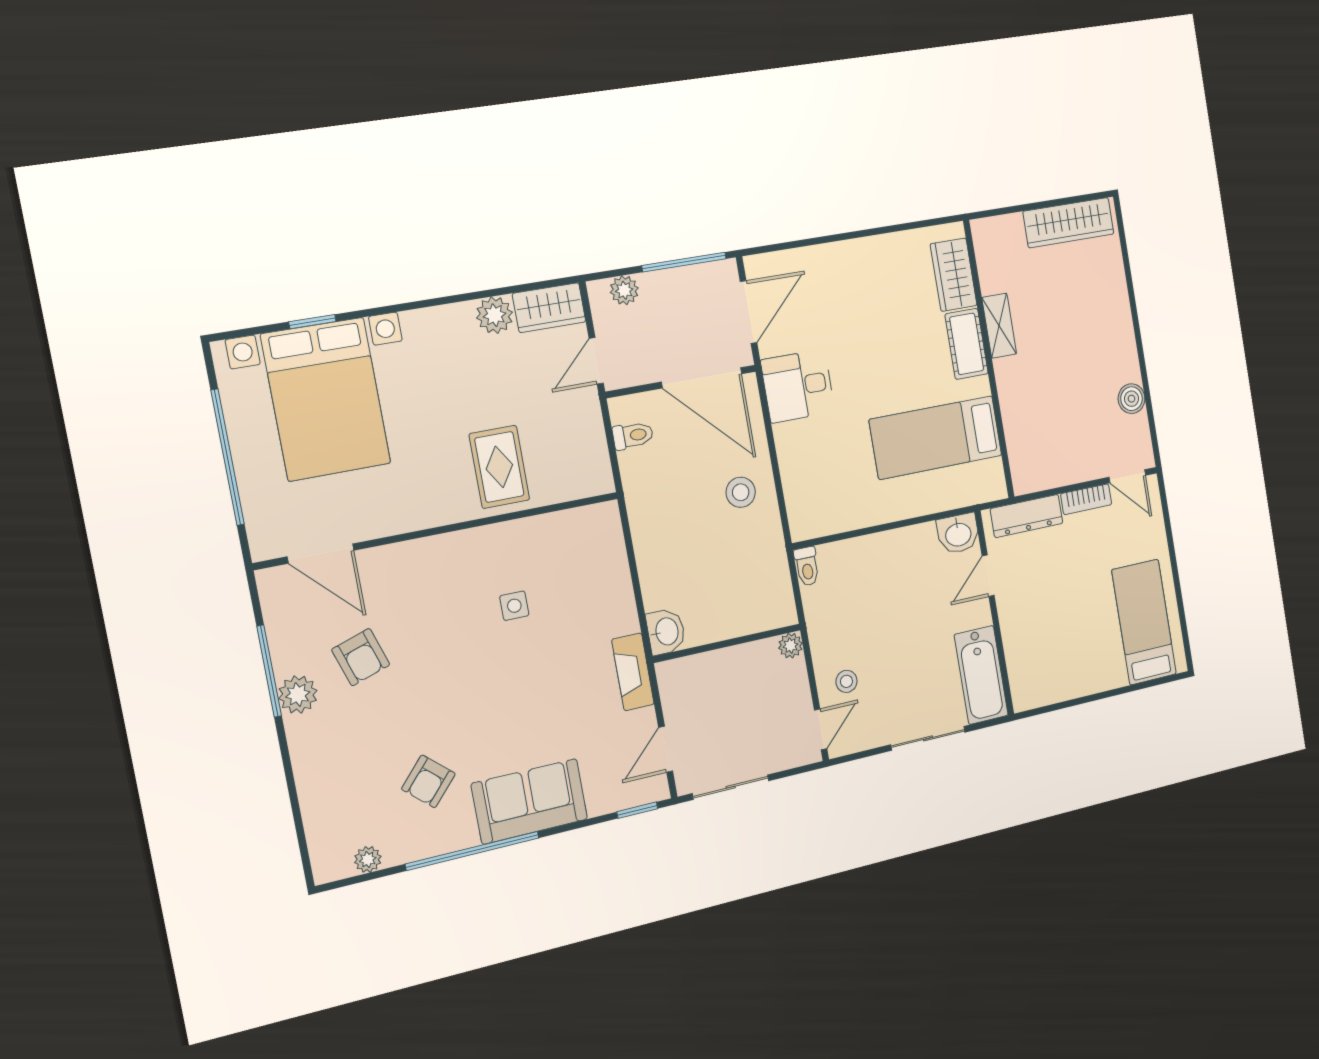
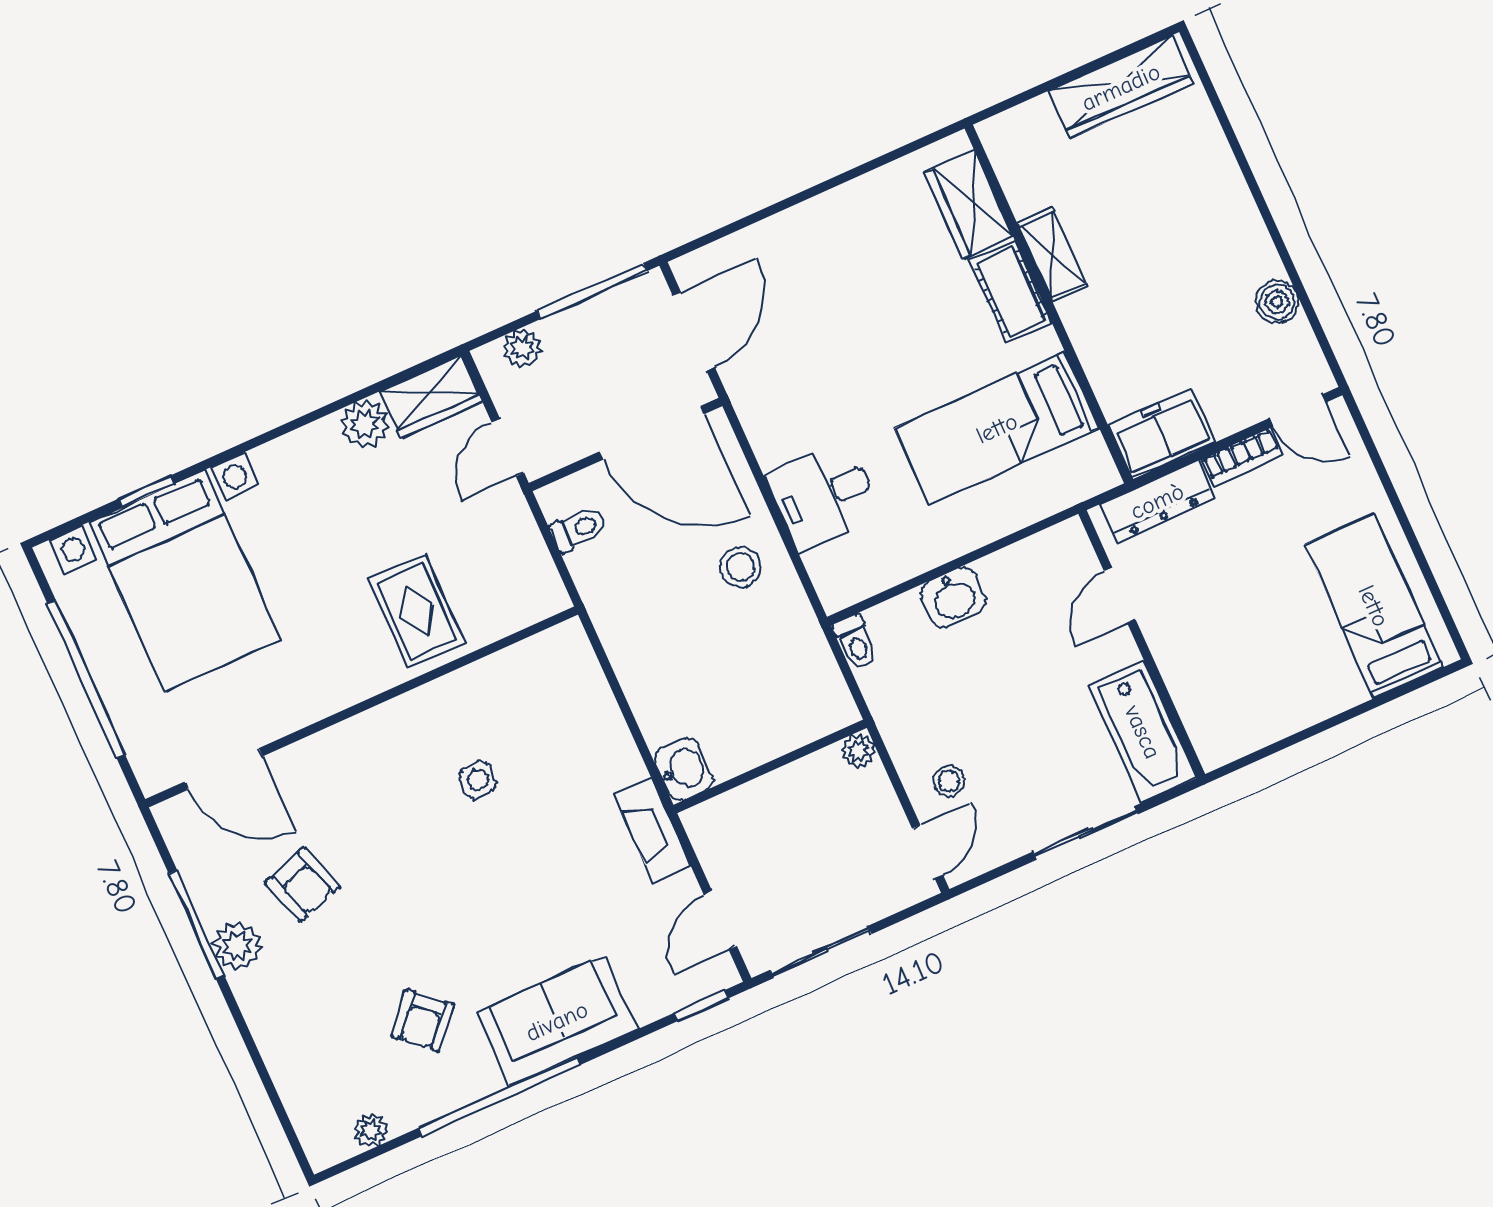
desk: (798, 386) -> (824, 496), moved
freezer: (1040, 470) -> (1162, 434), added
washbasin: (958, 534) -> (953, 597), moved

